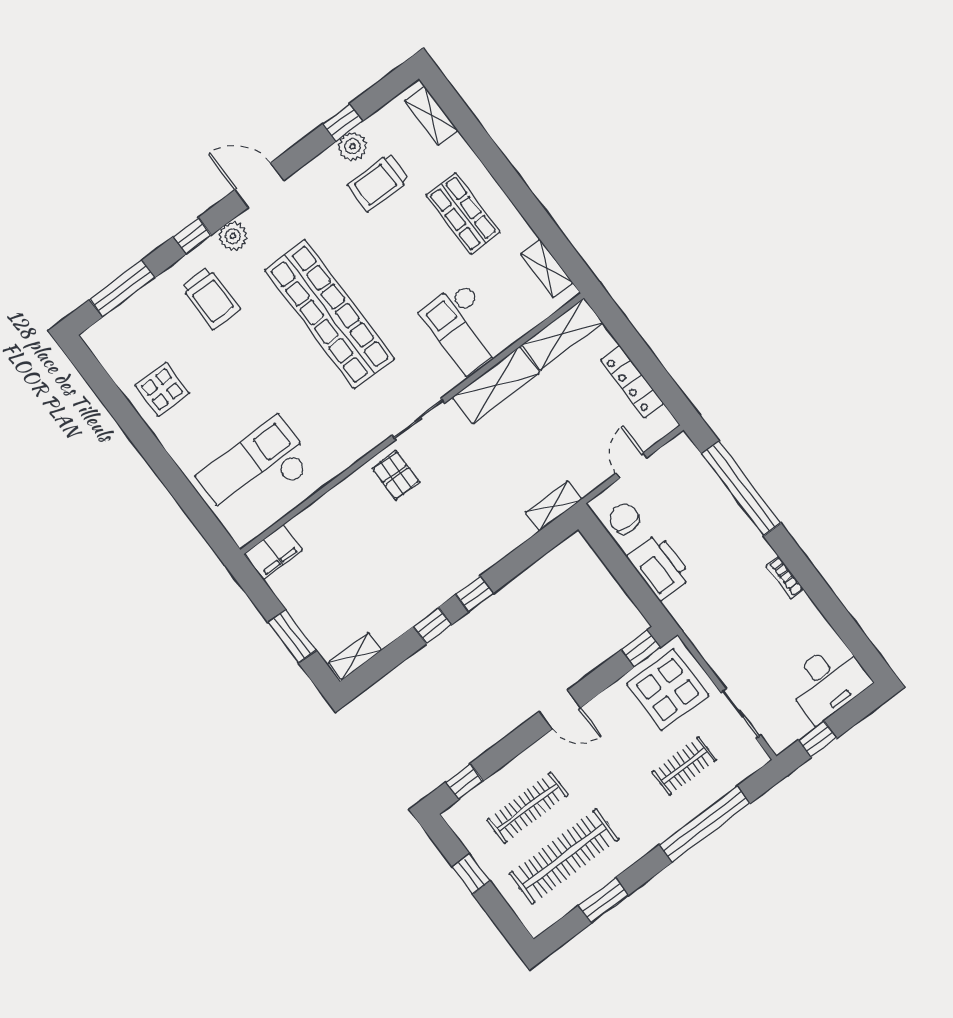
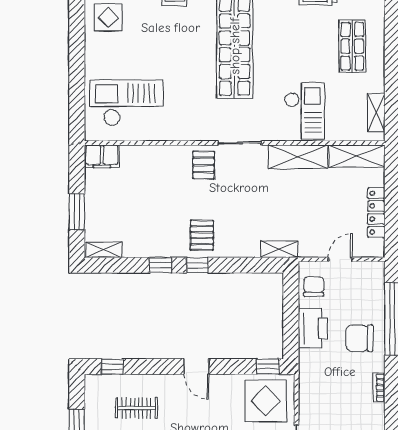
checkout: (464, 328) -> (305, 111), turned 180
chair: (720, 538) -> (360, 338), added
pallet: (454, 556) -> (202, 235), added
clothes rail: (527, 808) -> (137, 408), width x0.73

